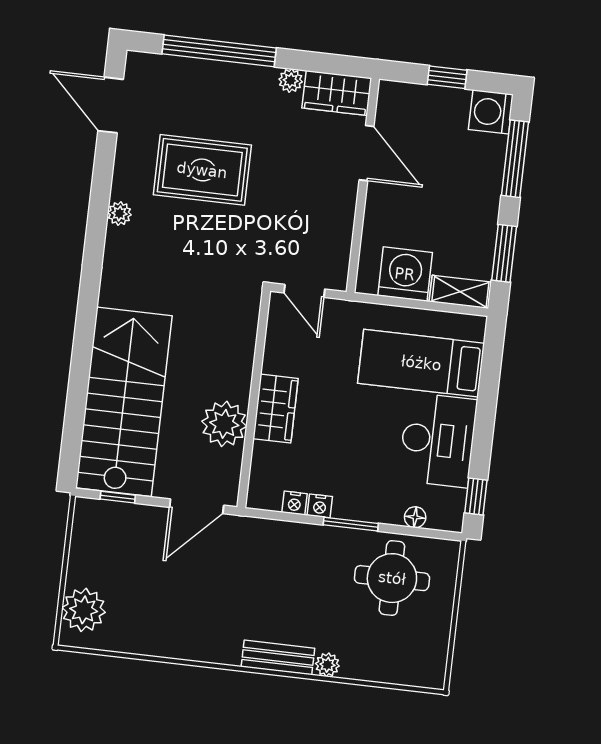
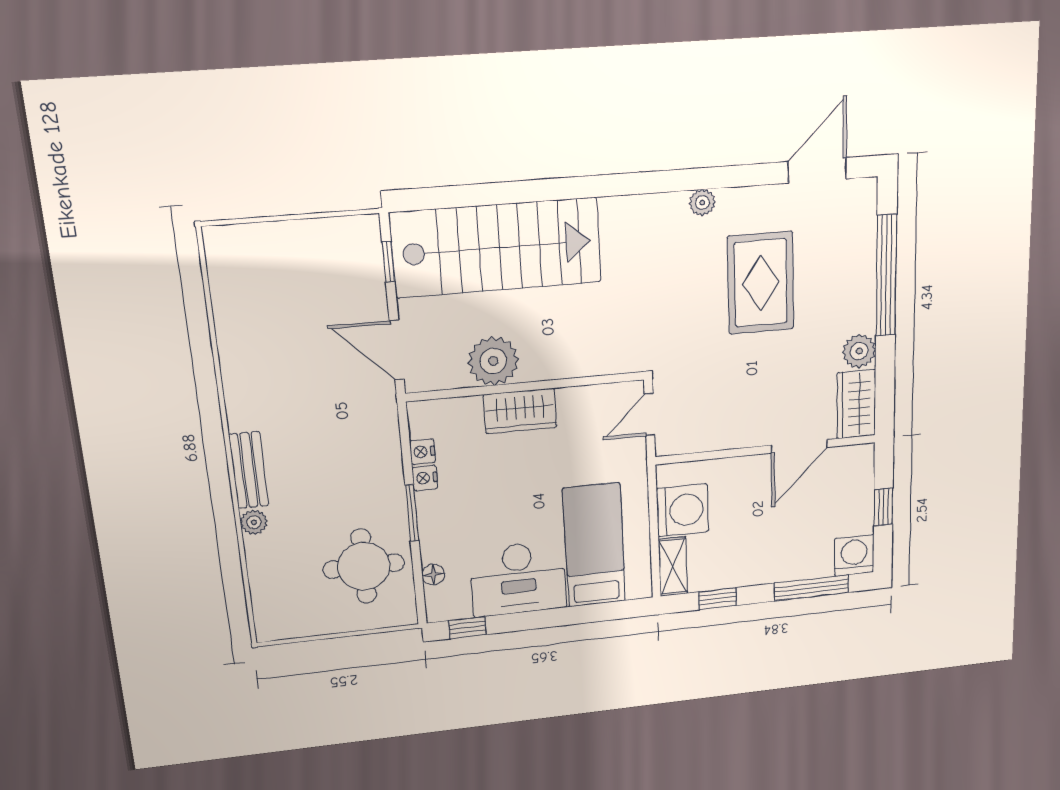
plant: (291, 80) -> (859, 351), width x1.38, depth x1.38
window: (504, 253) -> (717, 599), width x0.67
plant: (84, 610) -> (250, 248), removed

